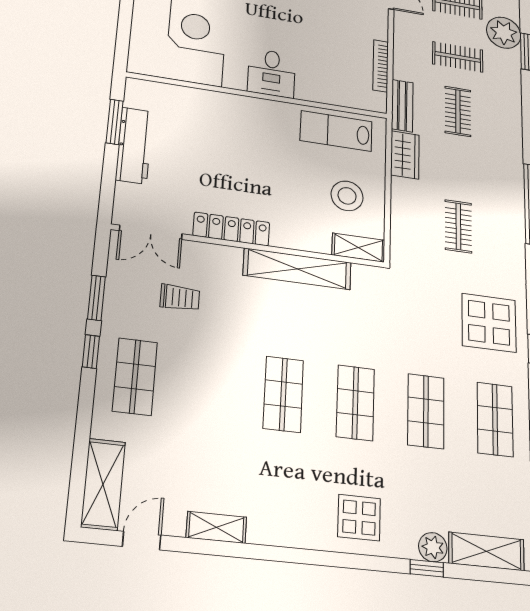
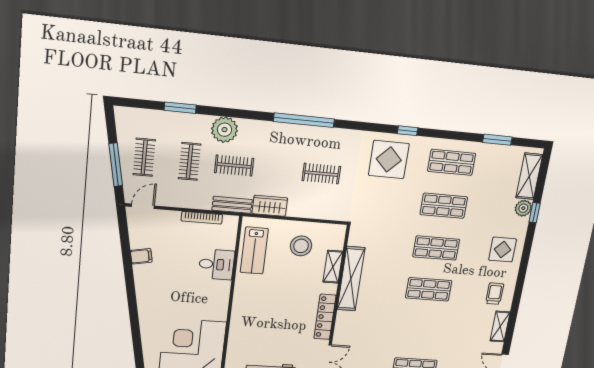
plant: (504, 33) -> (224, 130), moved
desk: (272, 73) -> (216, 264), moved
shelving: (358, 248) -> (333, 267), moved
trolley: (180, 298) -> (495, 294), moved

